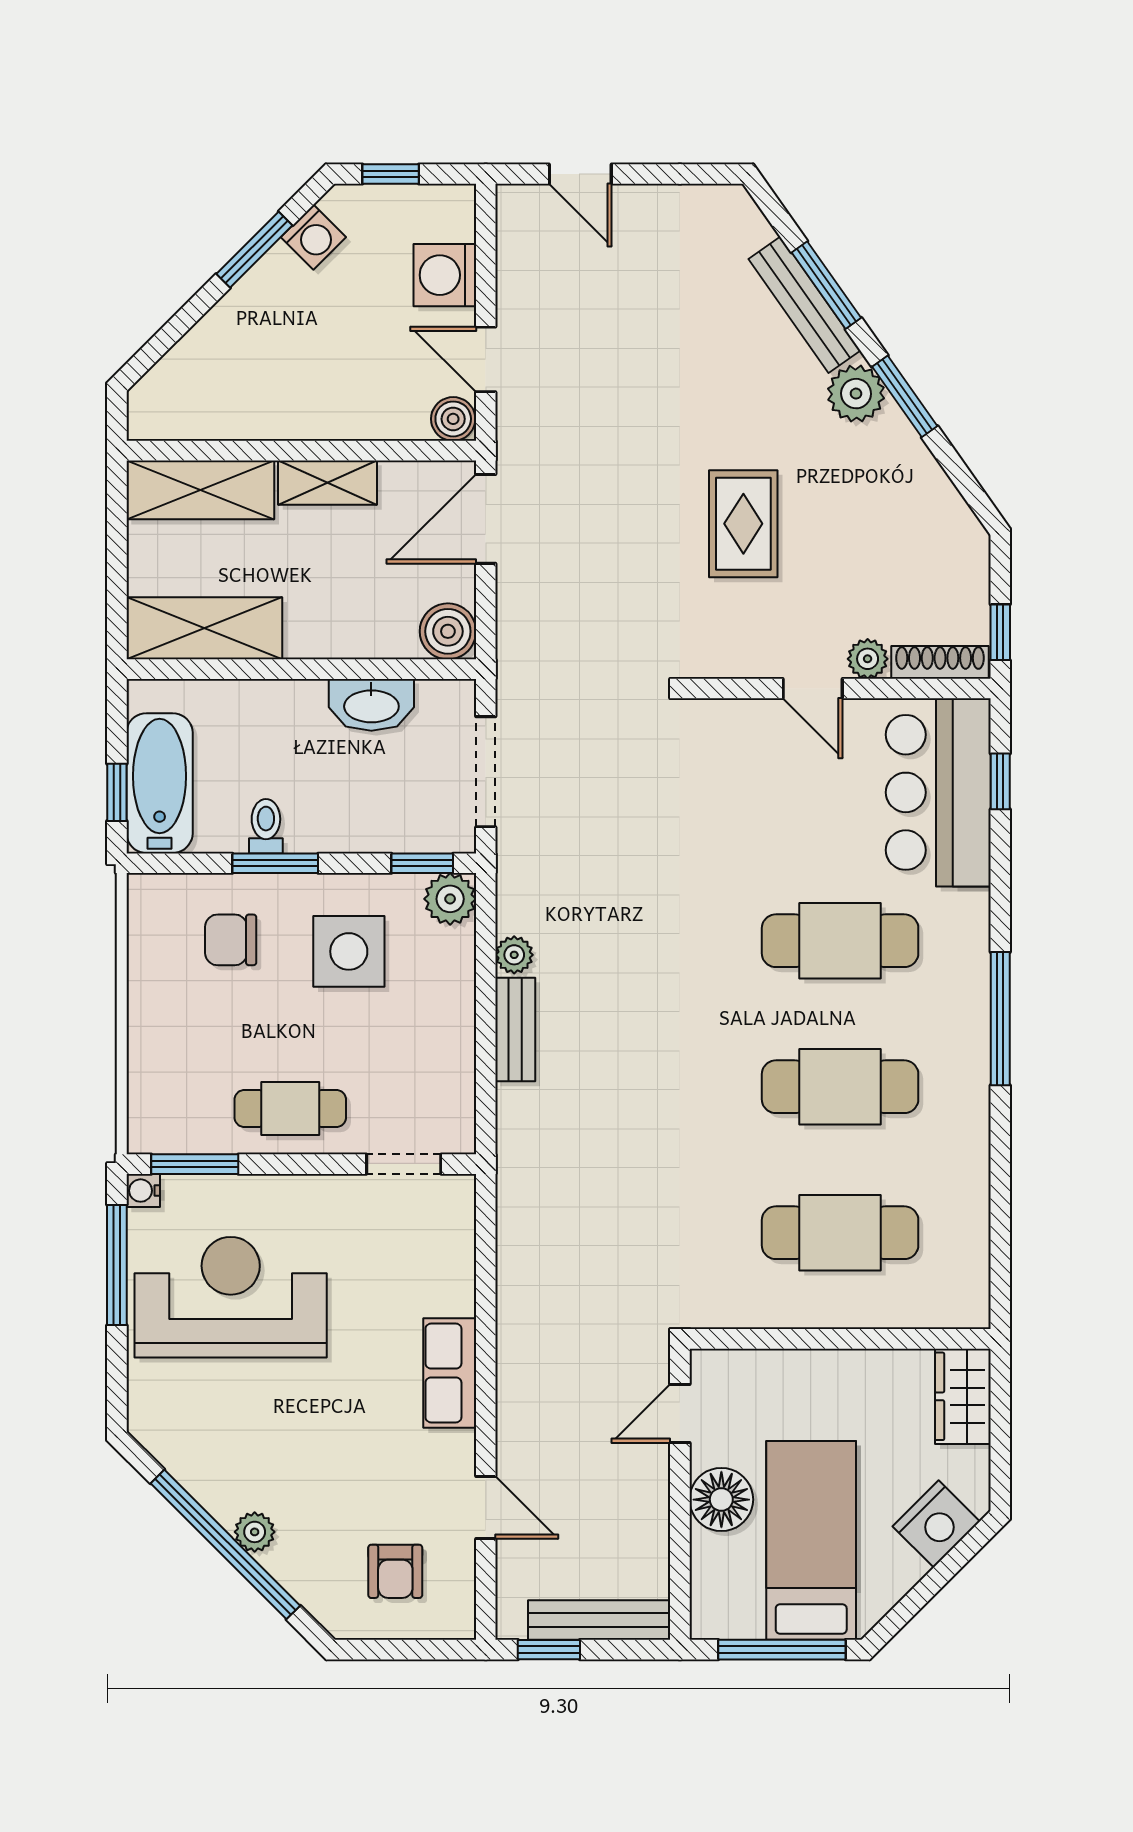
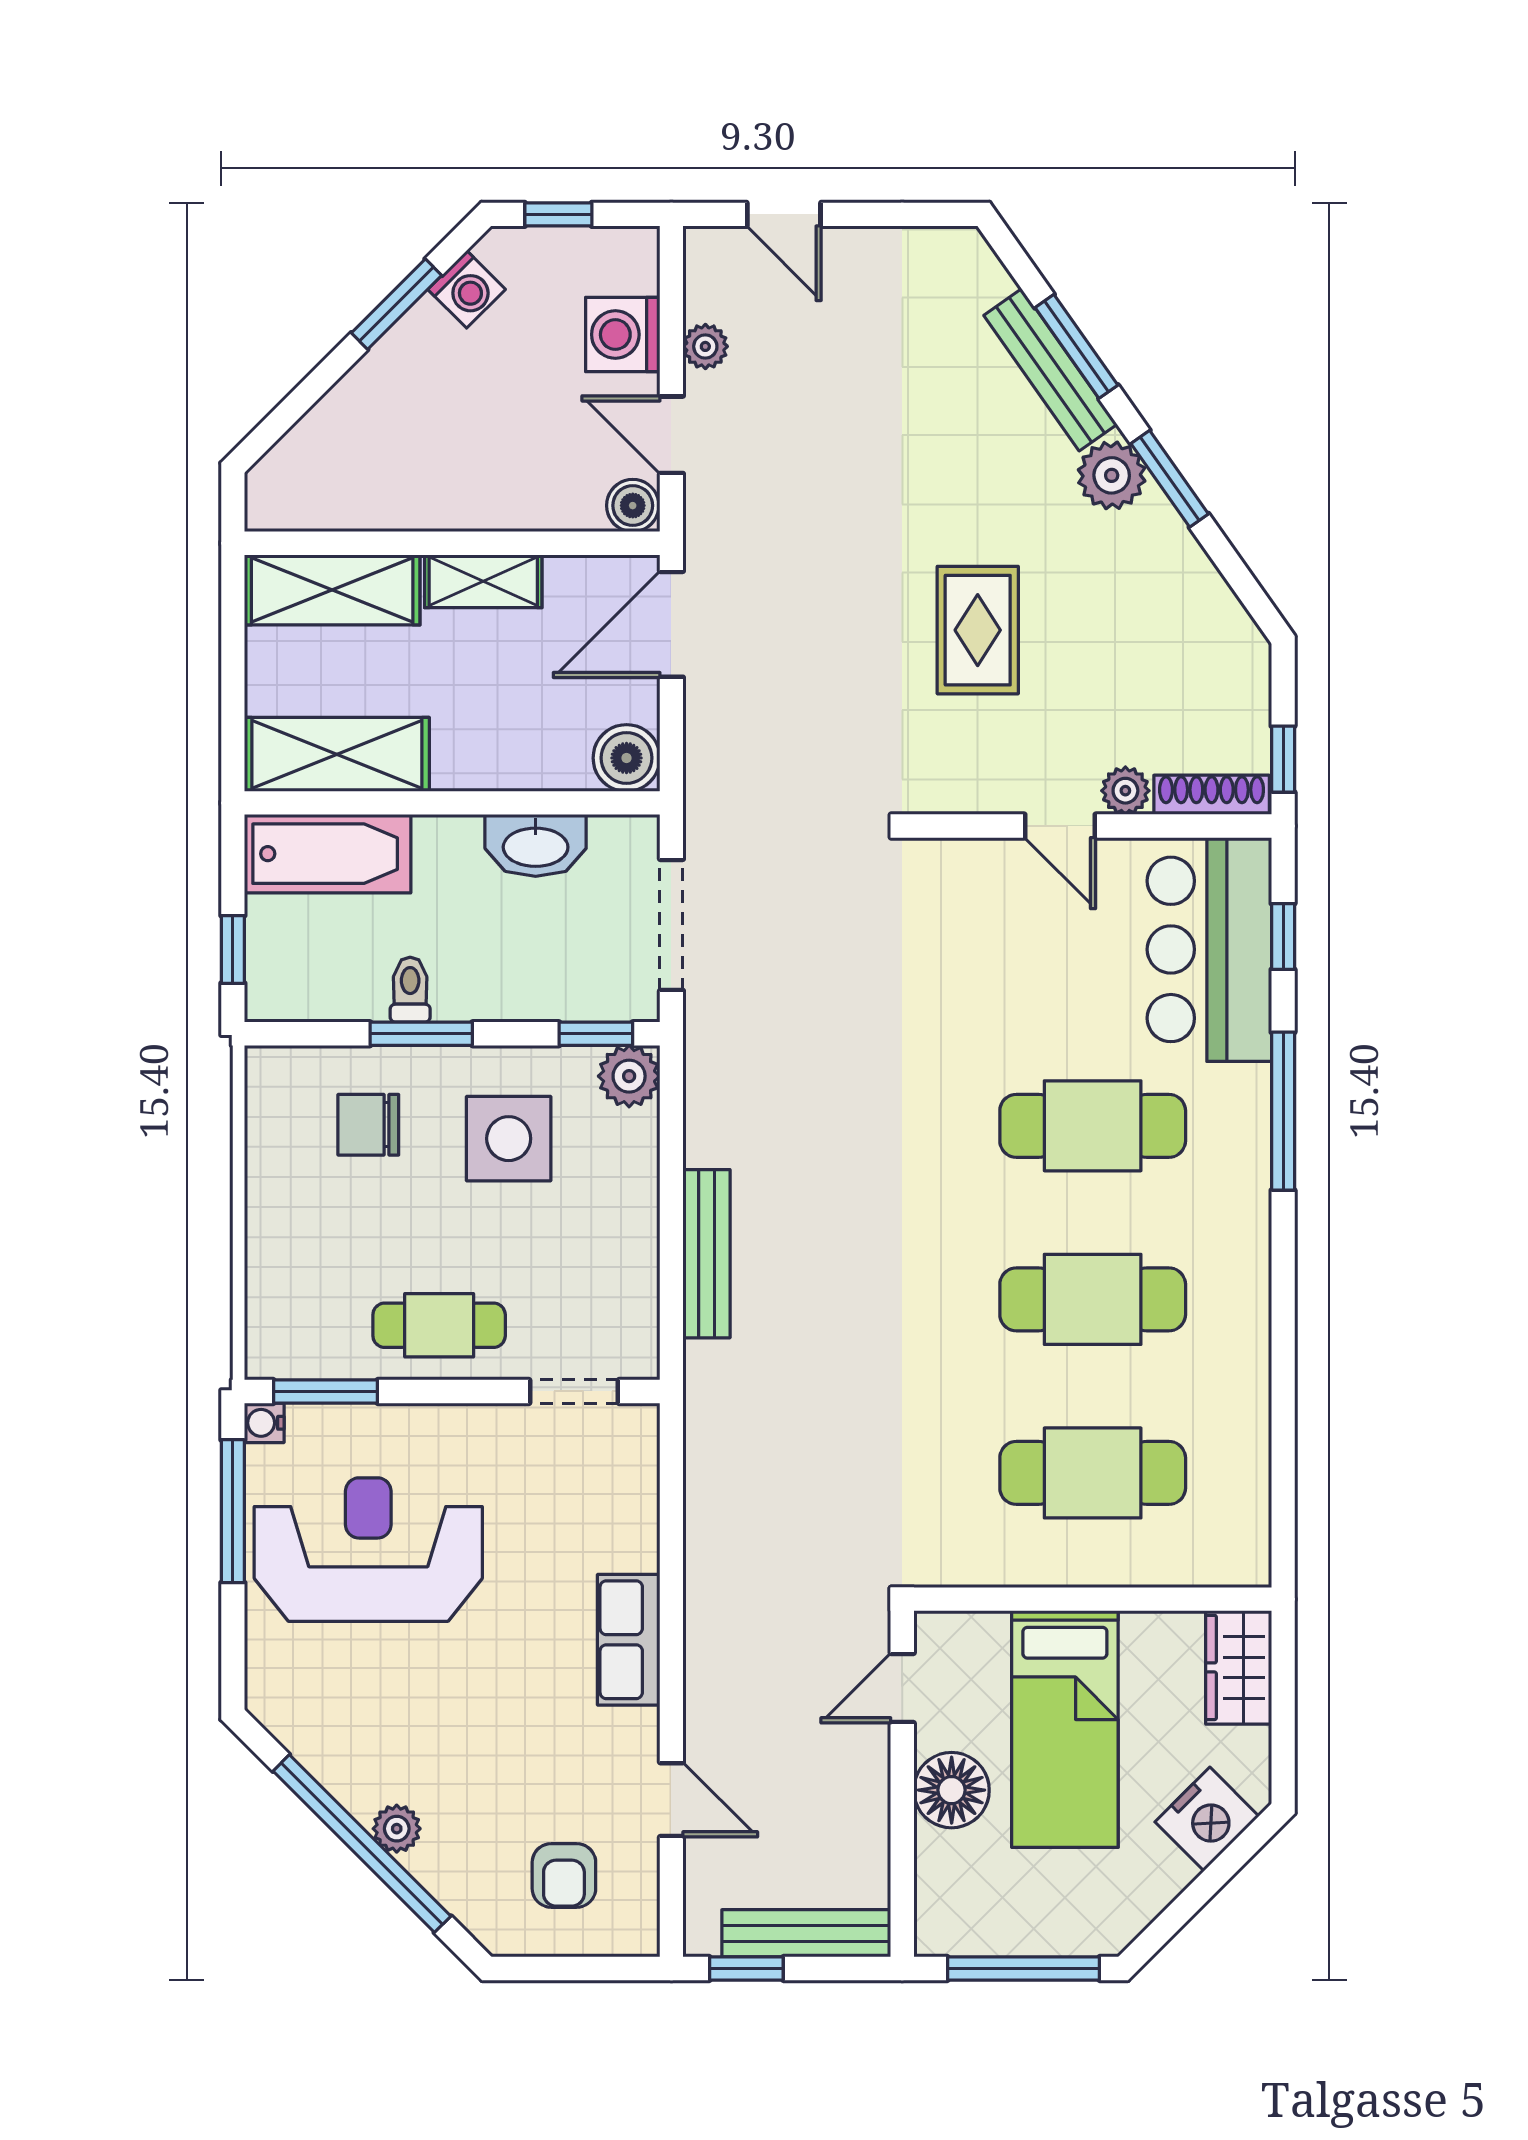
bathtub: (160, 783) -> (328, 854), moved, turned 90
plant: (514, 955) -> (705, 346), moved
window: (1000, 1019) -> (1283, 1111), moved
bench: (515, 1029) -> (707, 1254), width x1.36
bed: (811, 1540) -> (1065, 1729), moved, turned 180

